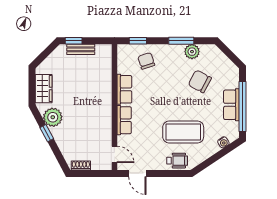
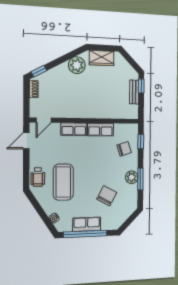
plant: (192, 52) -> (132, 177), moved
window: (47, 133) -> (39, 71), moved

